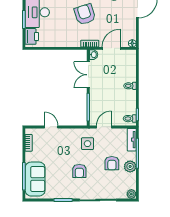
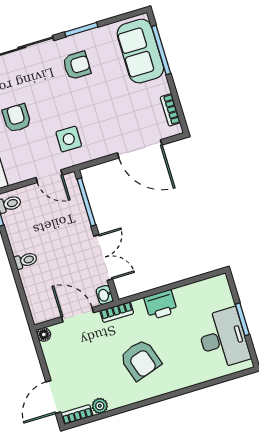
printer: (32, 36) -> (161, 305), moved, turned -90
door: (111, 48) -> (78, 315), swing flipped
door: (51, 127) -> (140, 149), width x1.87
door: (104, 127) -> (49, 176), hinge flipped
armchair: (79, 171) -> (77, 65), moved, turned 90

